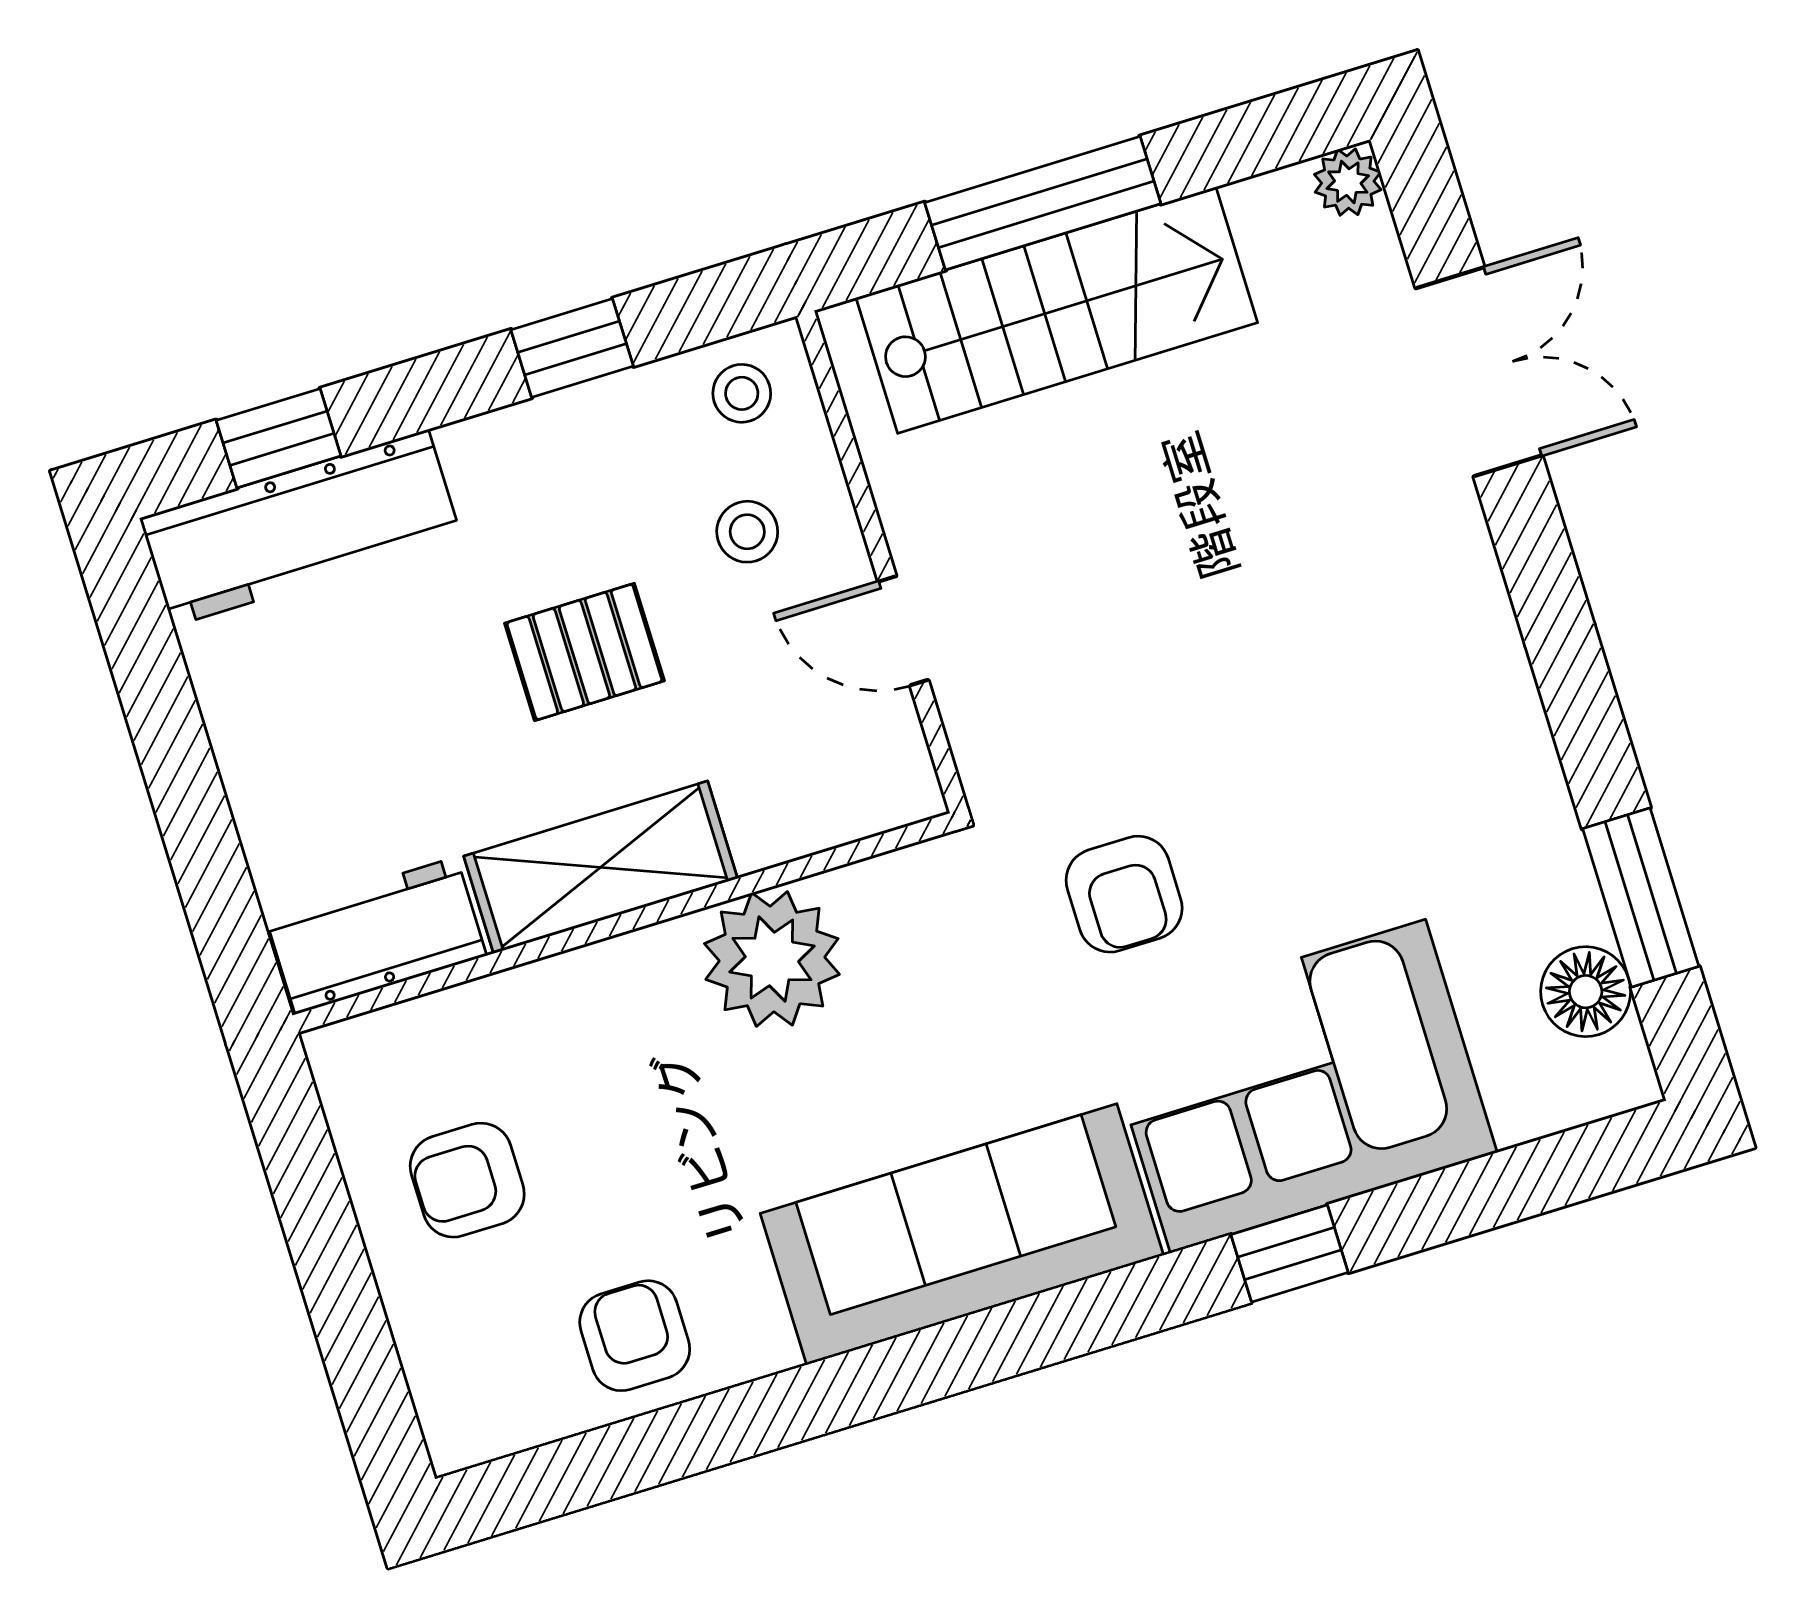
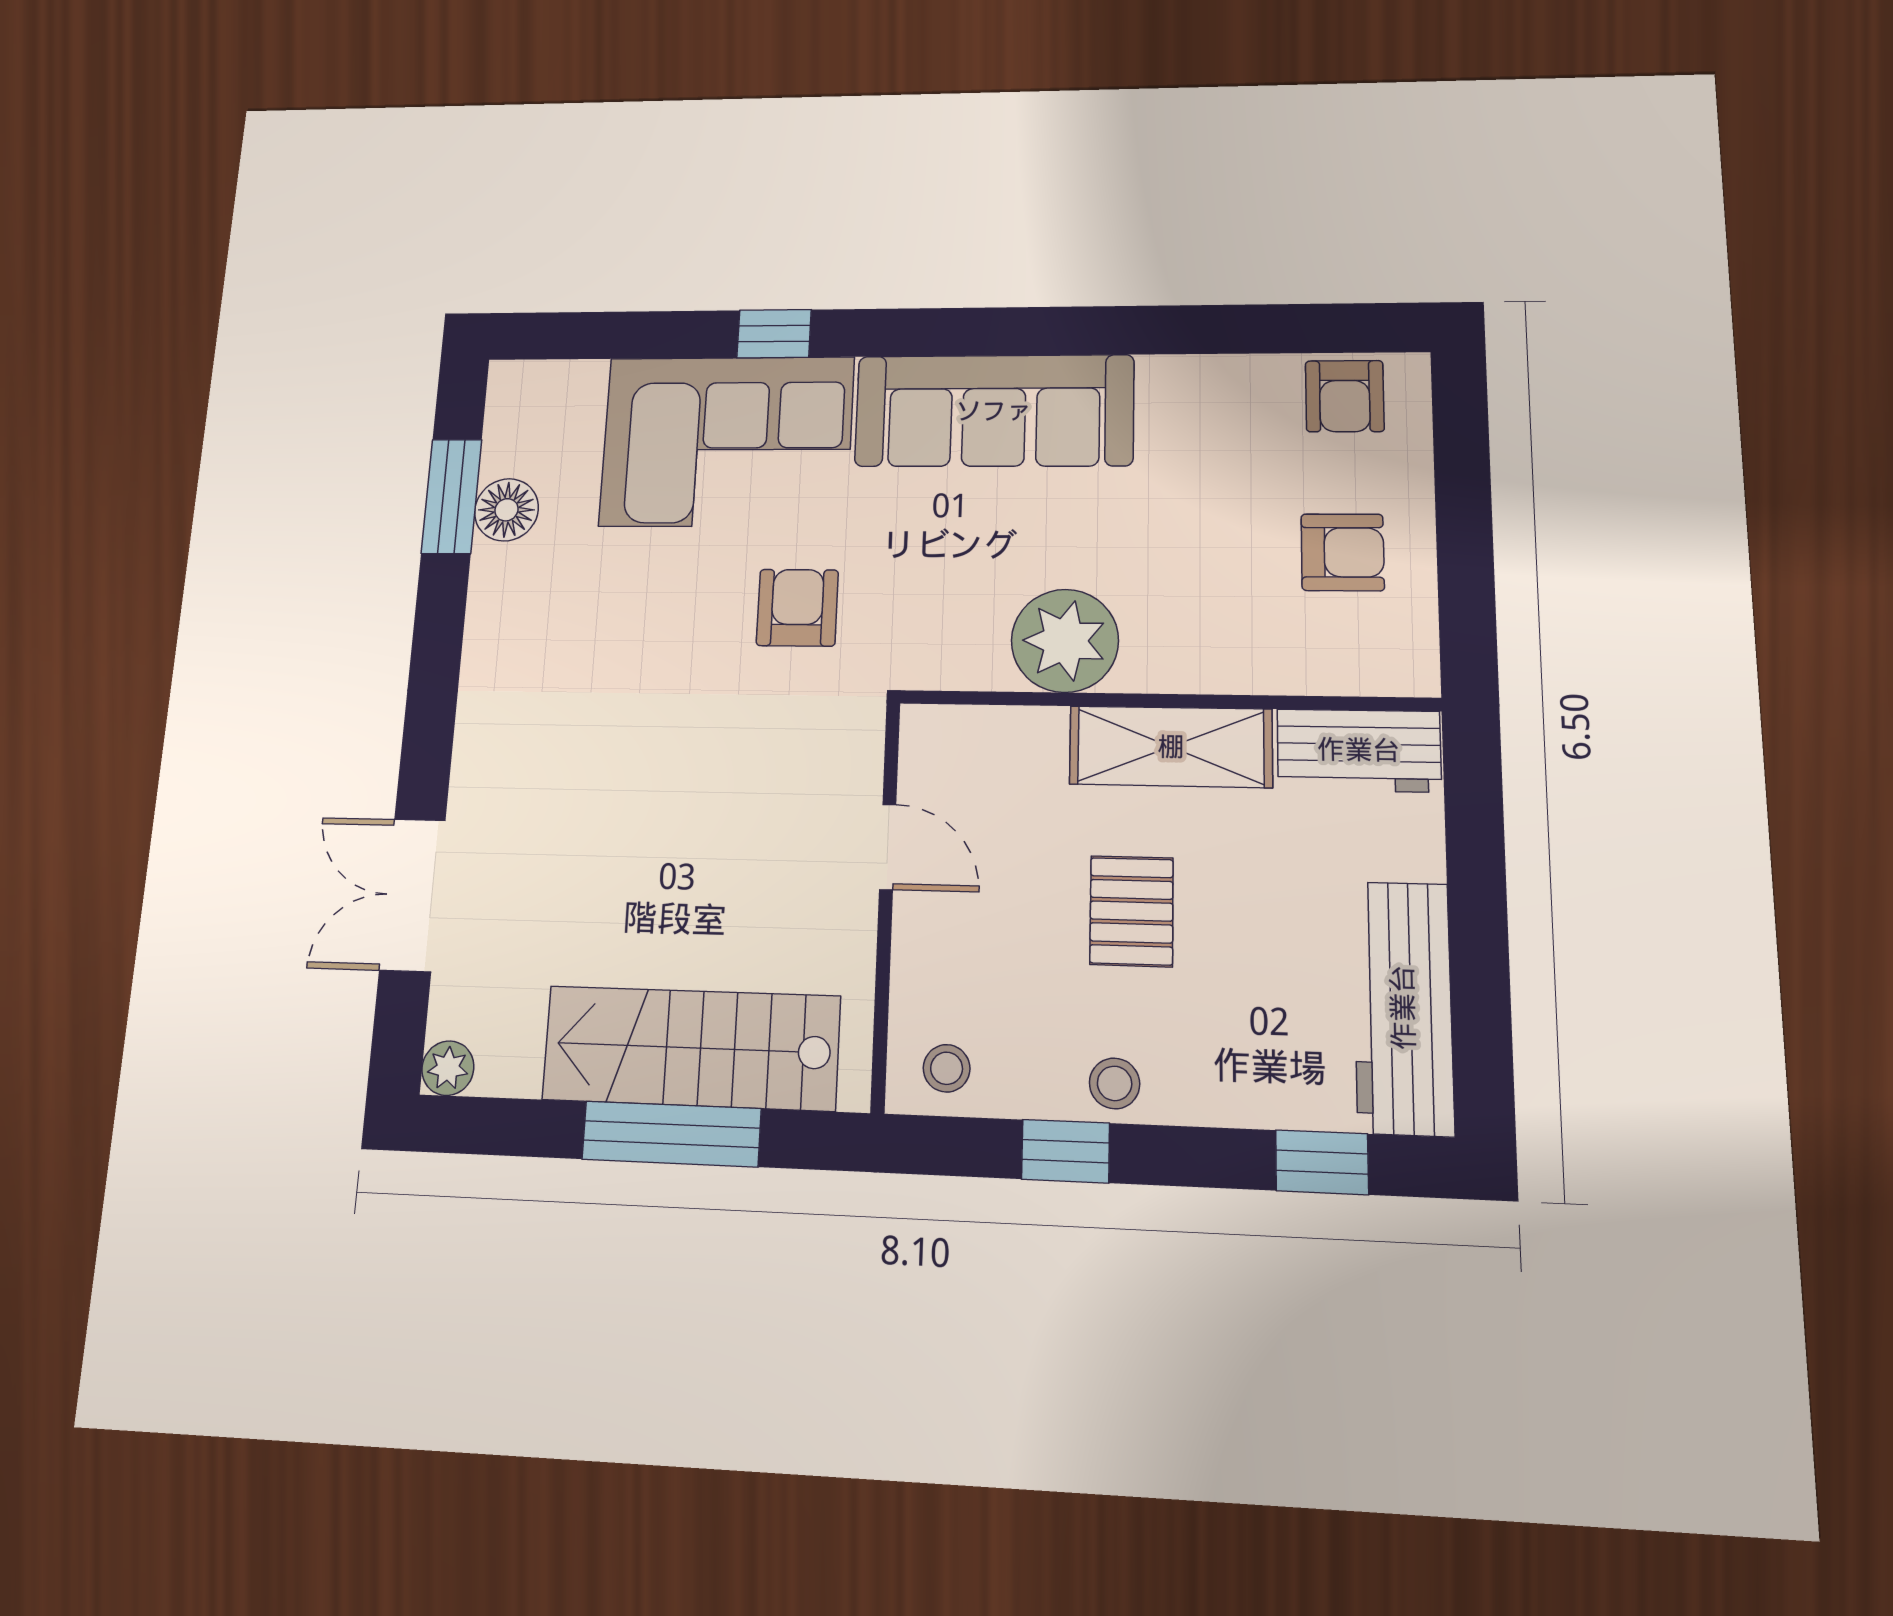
workbench: (301, 528) -> (1403, 1007), moved, turned -90
stool: (747, 532) -> (1115, 1083), moved
pallet: (584, 652) -> (1131, 911), turned 90
floor lamp: (1586, 992) -> (506, 510), moved
armchair: (635, 1336) -> (1345, 396), moved

